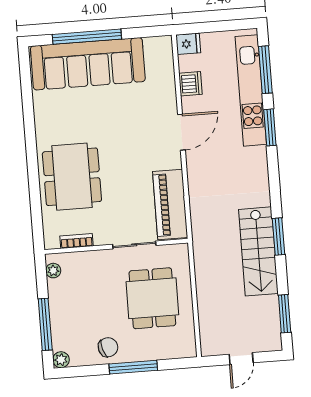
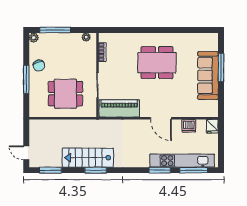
window: (87, 37) -> (221, 68), width x0.68
sofa: (88, 64) -> (208, 75), width x0.74, depth x0.79
dining table: (72, 177) -> (157, 63), moved
door: (241, 359) -> (26, 153), moved

